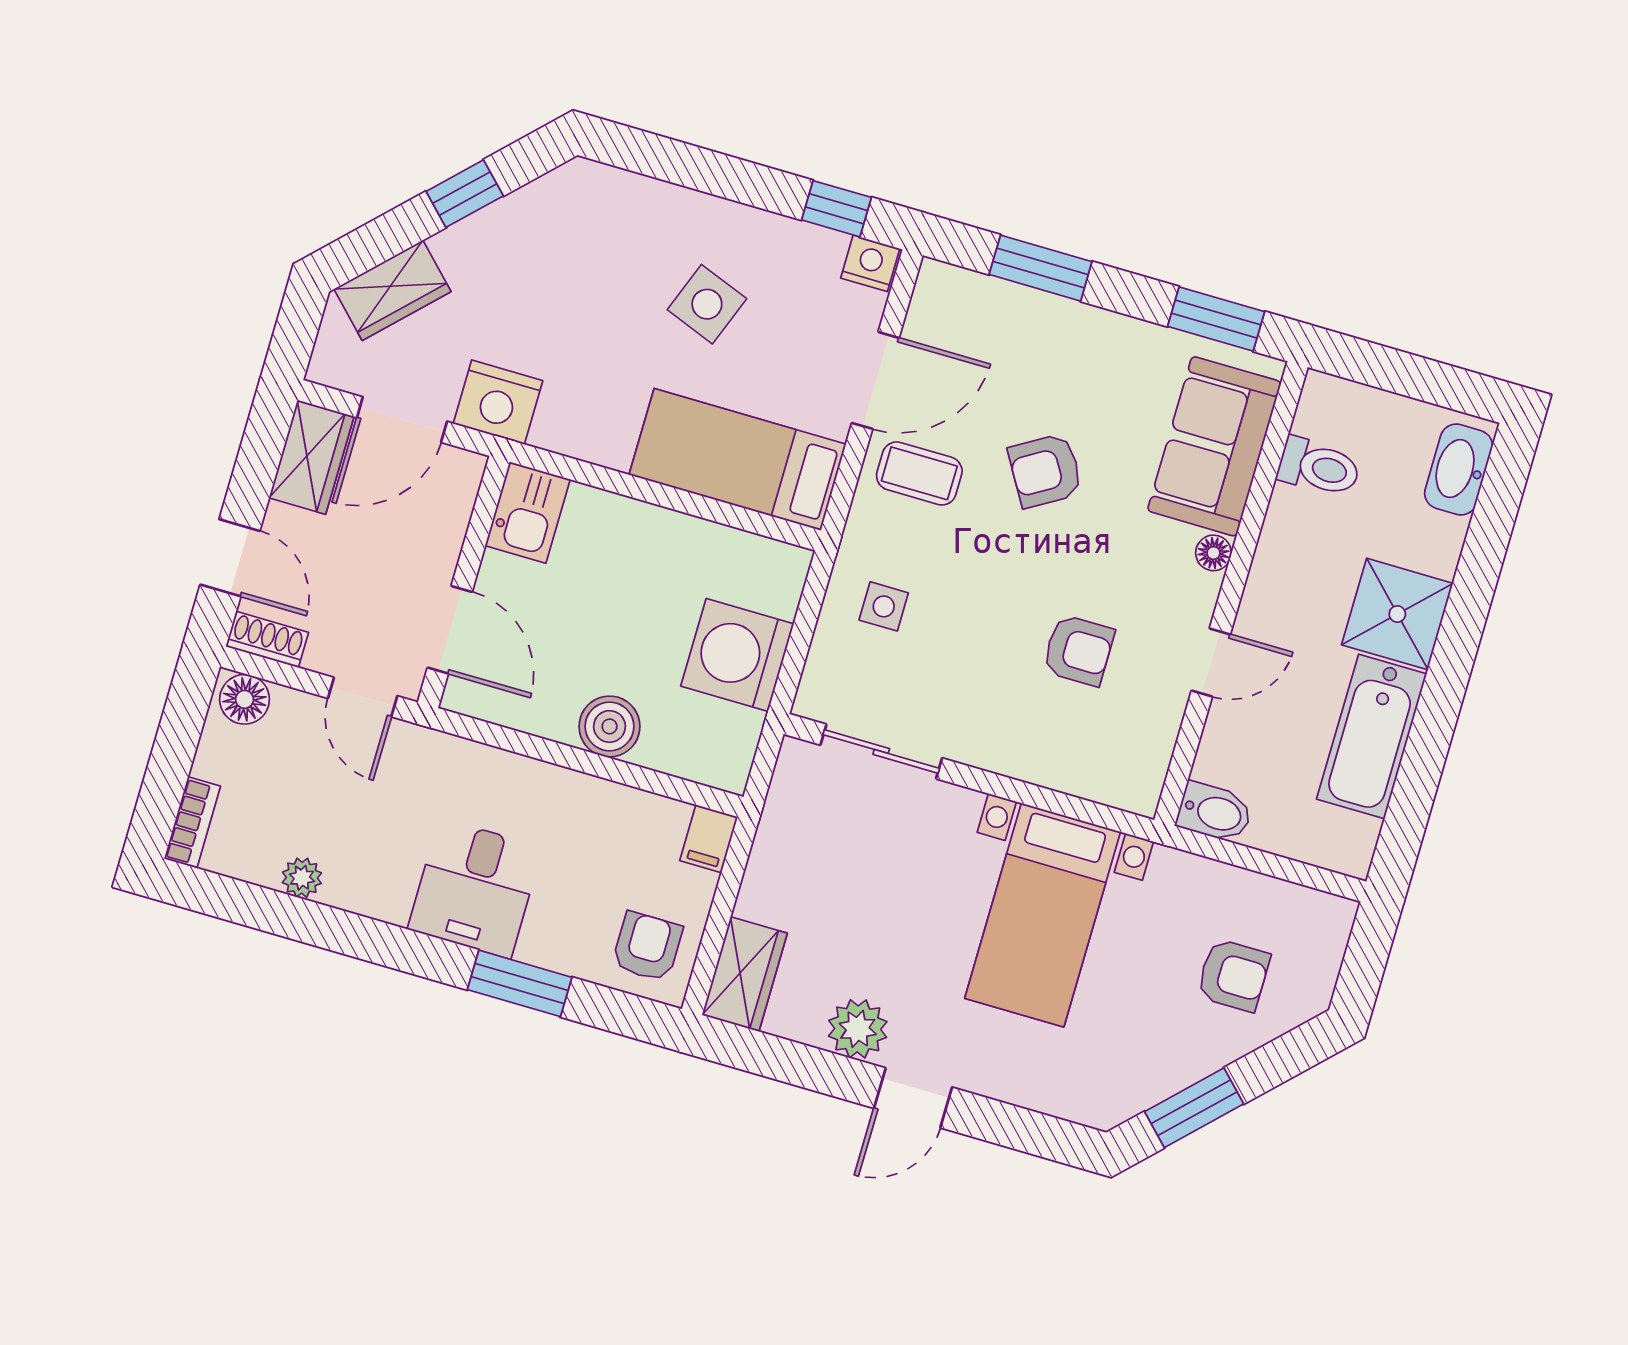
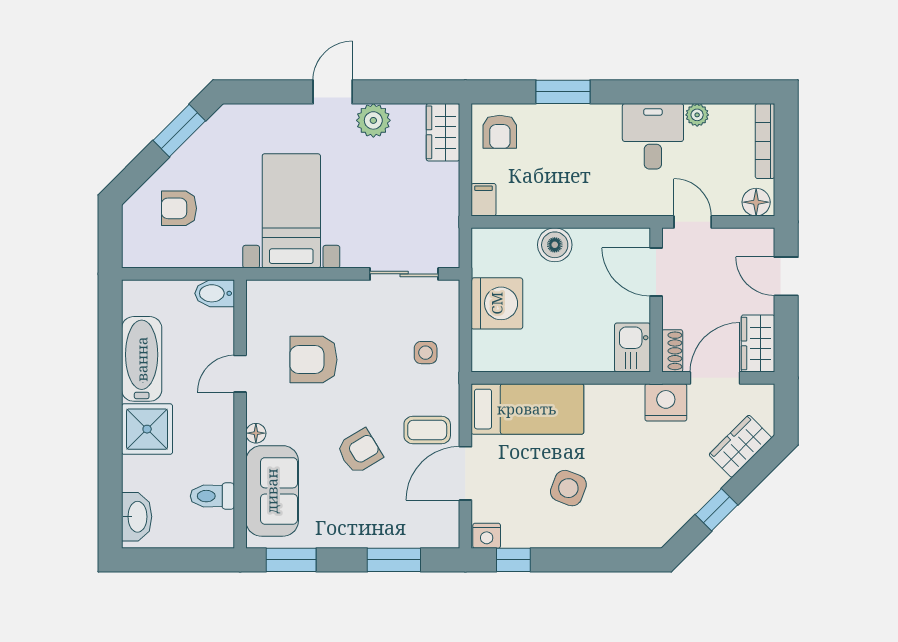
shoe rack: (267, 639) -> (672, 351), moved, turned -90
armchair: (1078, 650) -> (314, 360), width x1.38, depth x1.38
bookcase: (192, 822) -> (765, 141), width x1.56
desk: (475, 888) -> (653, 136), moved

